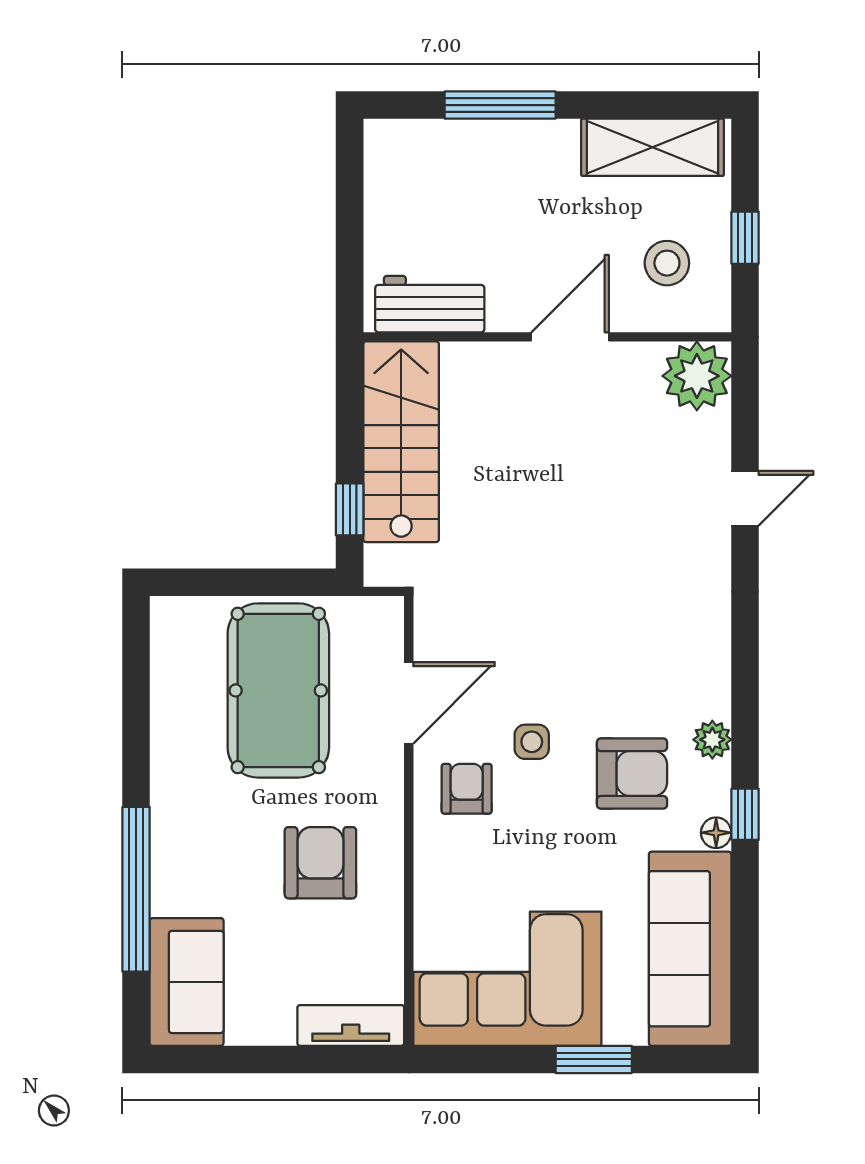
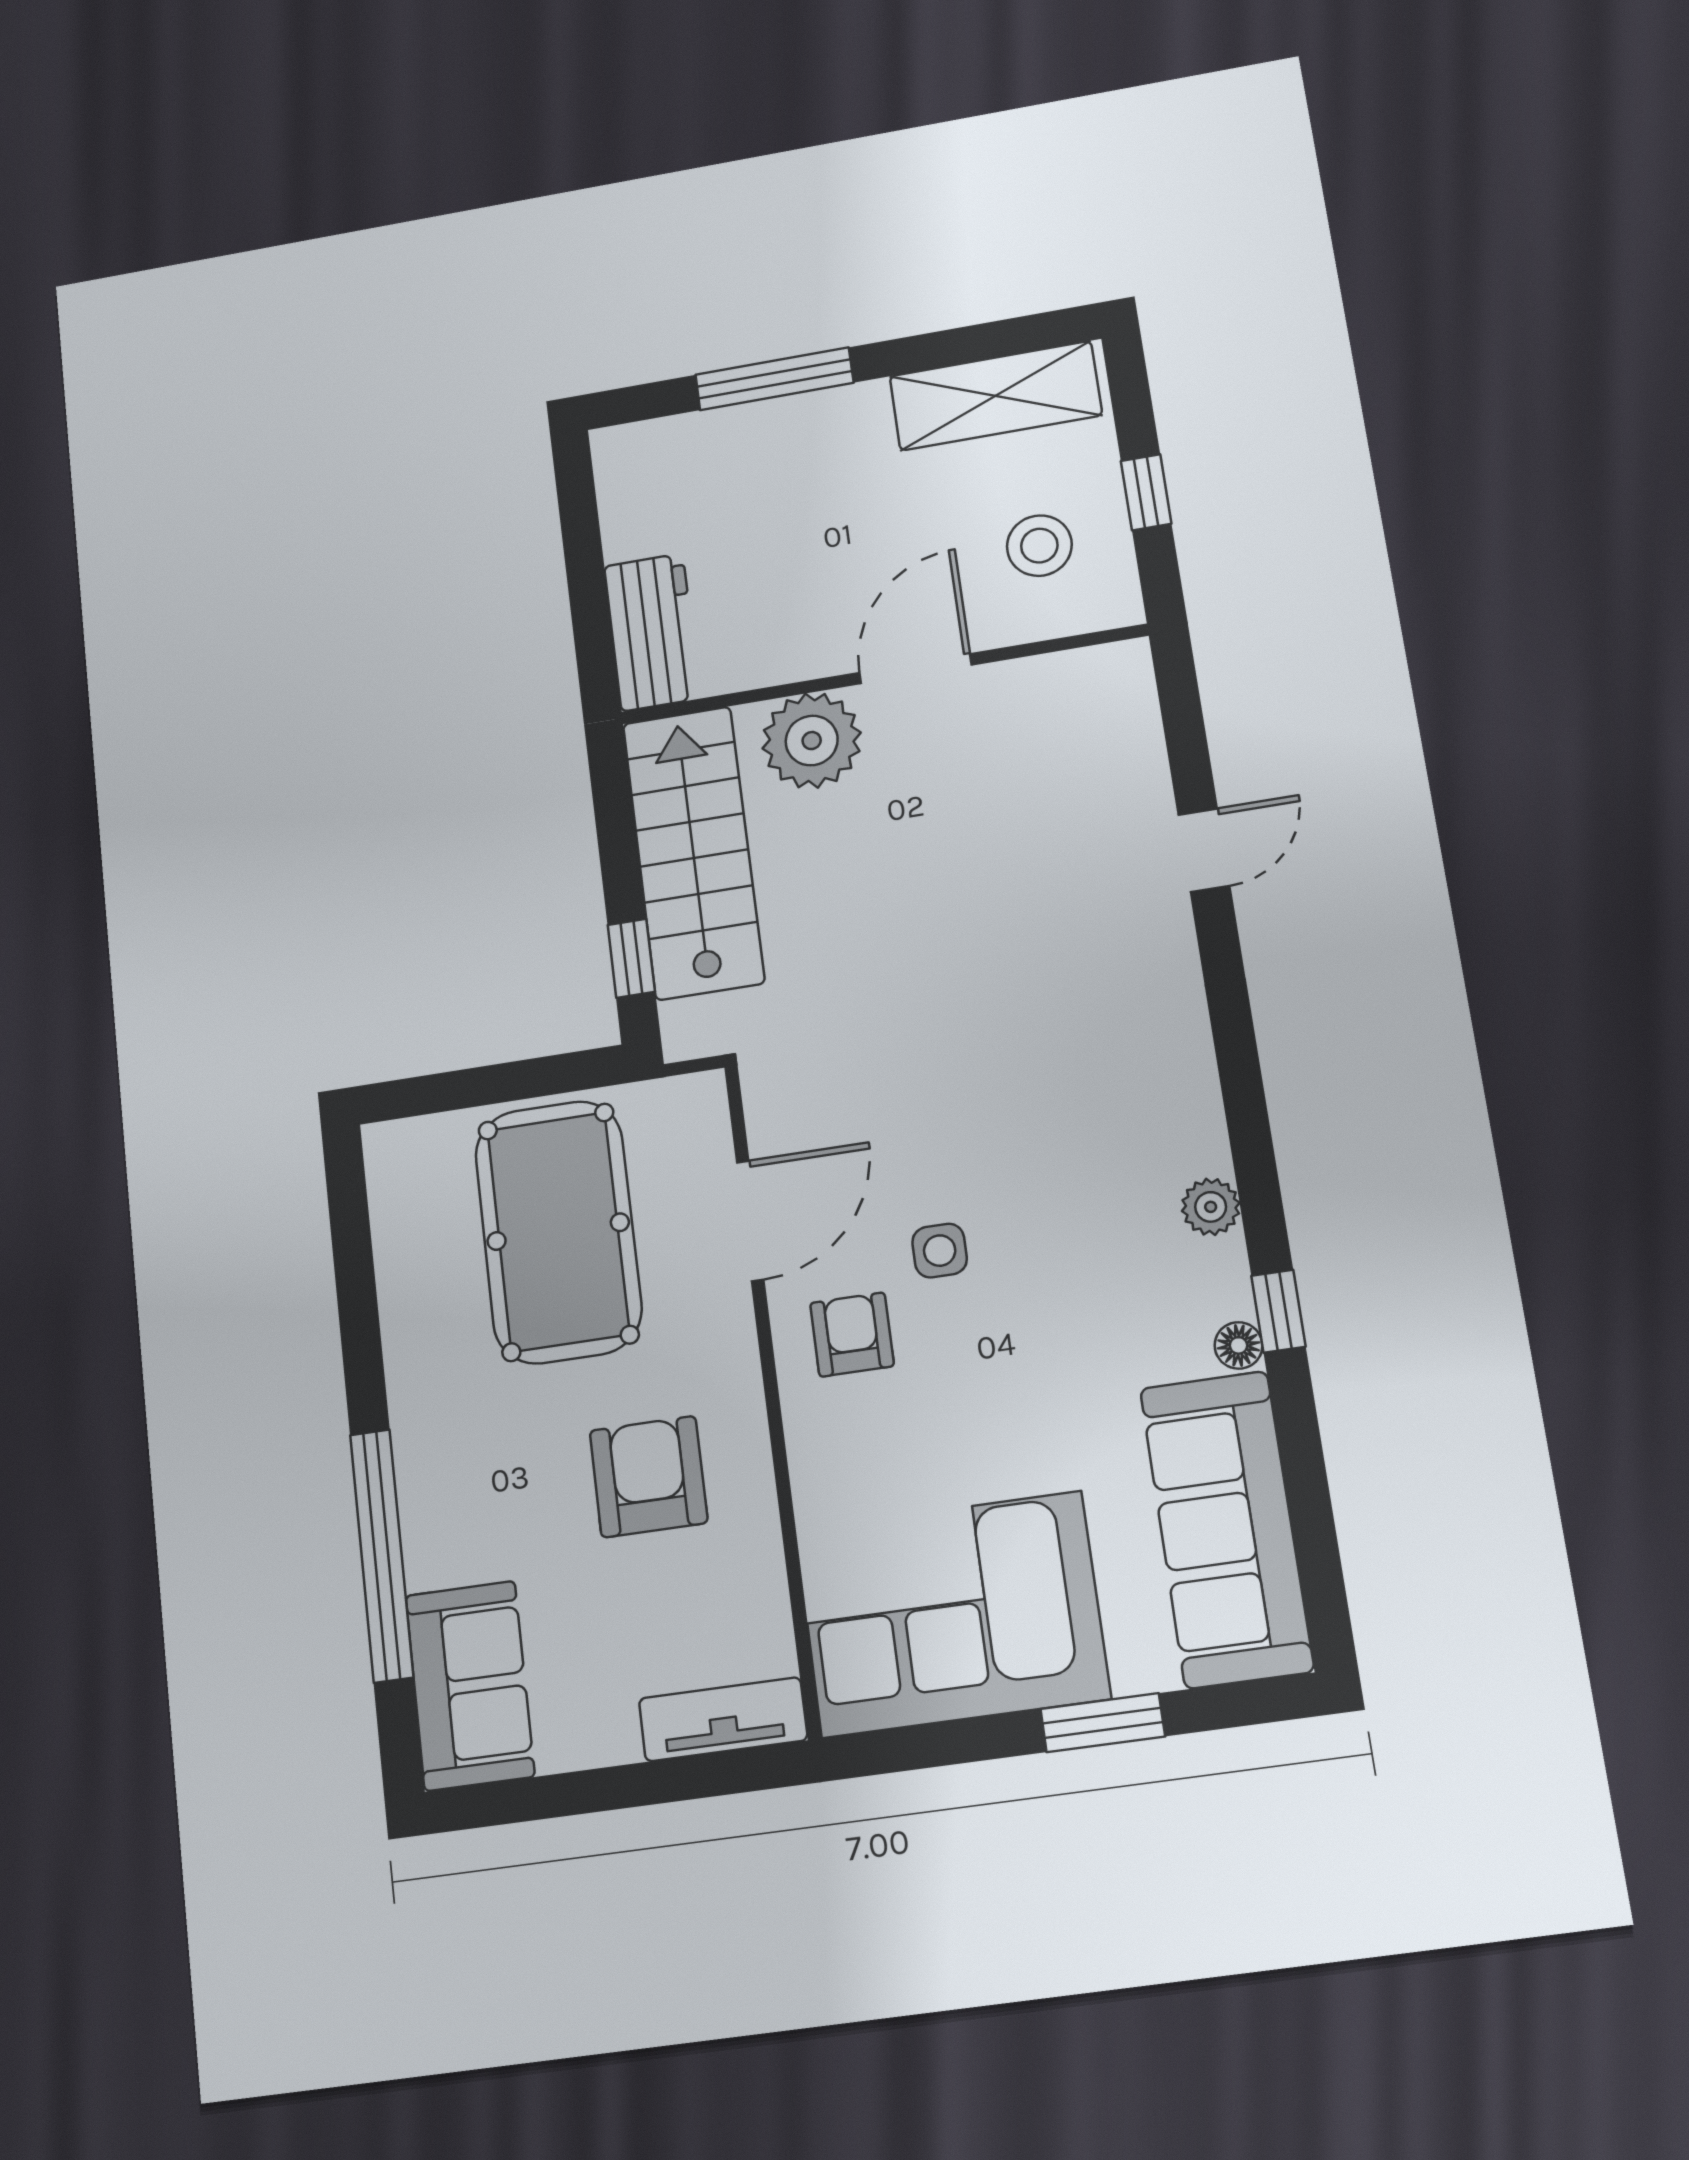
workbench: (430, 304) -> (652, 632), moved, turned 90
plant: (697, 376) -> (812, 741), moved
armchair: (632, 774) -> (1097, 1275), removed

